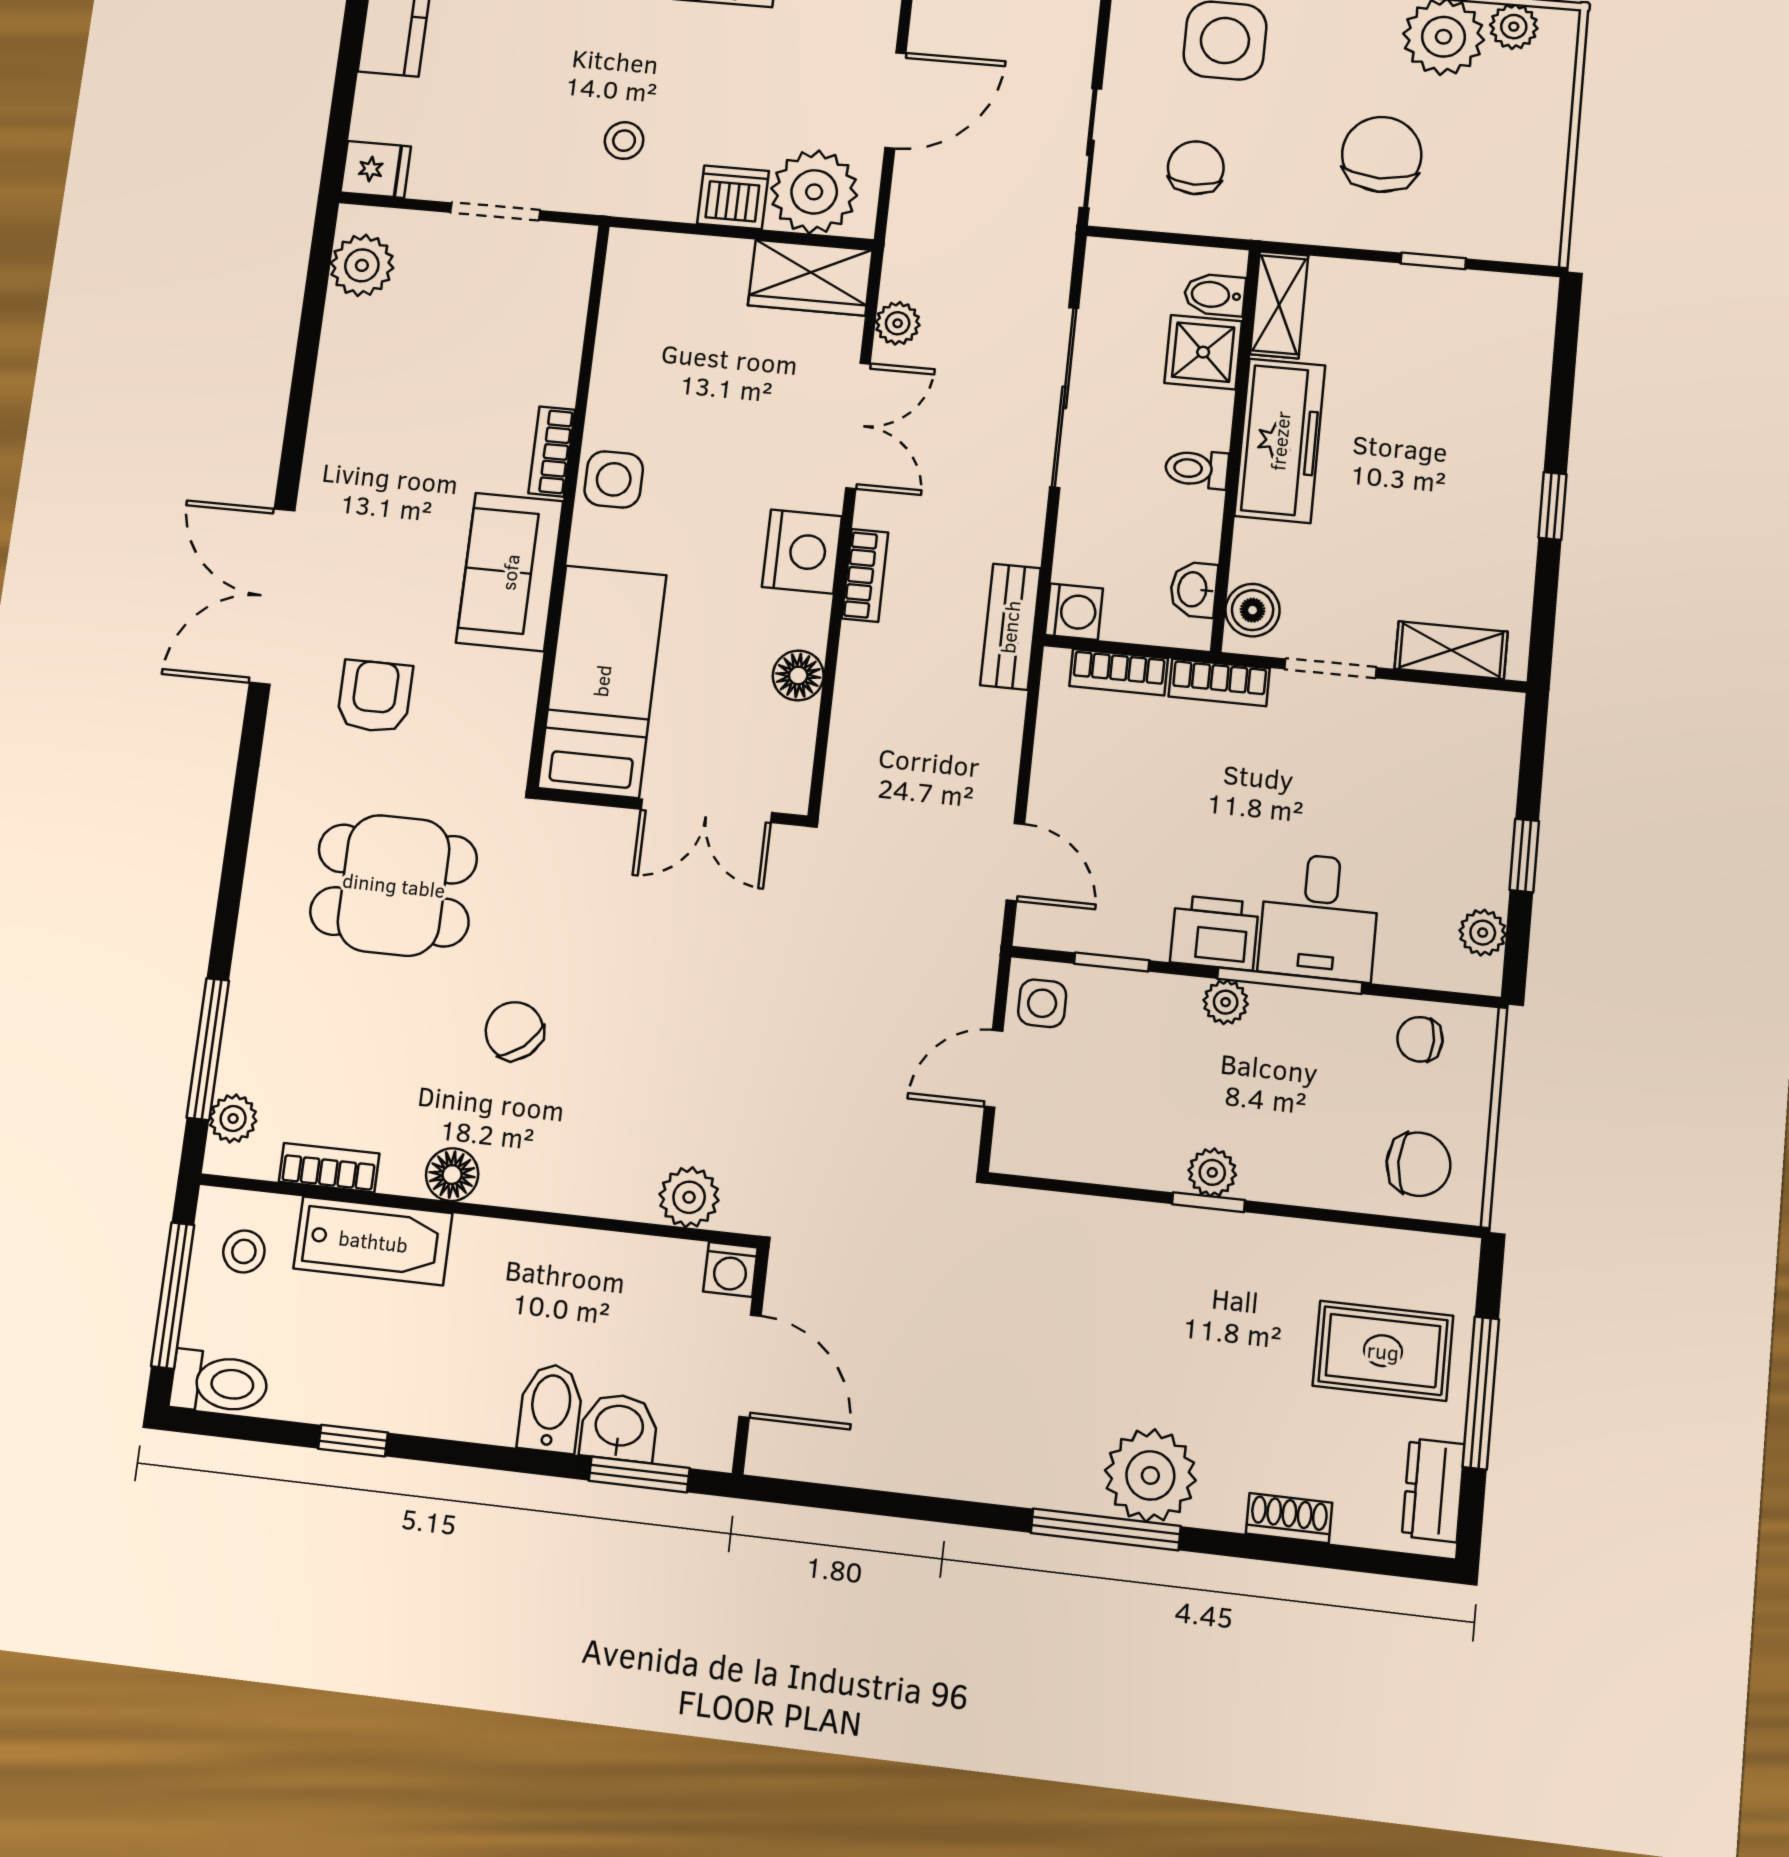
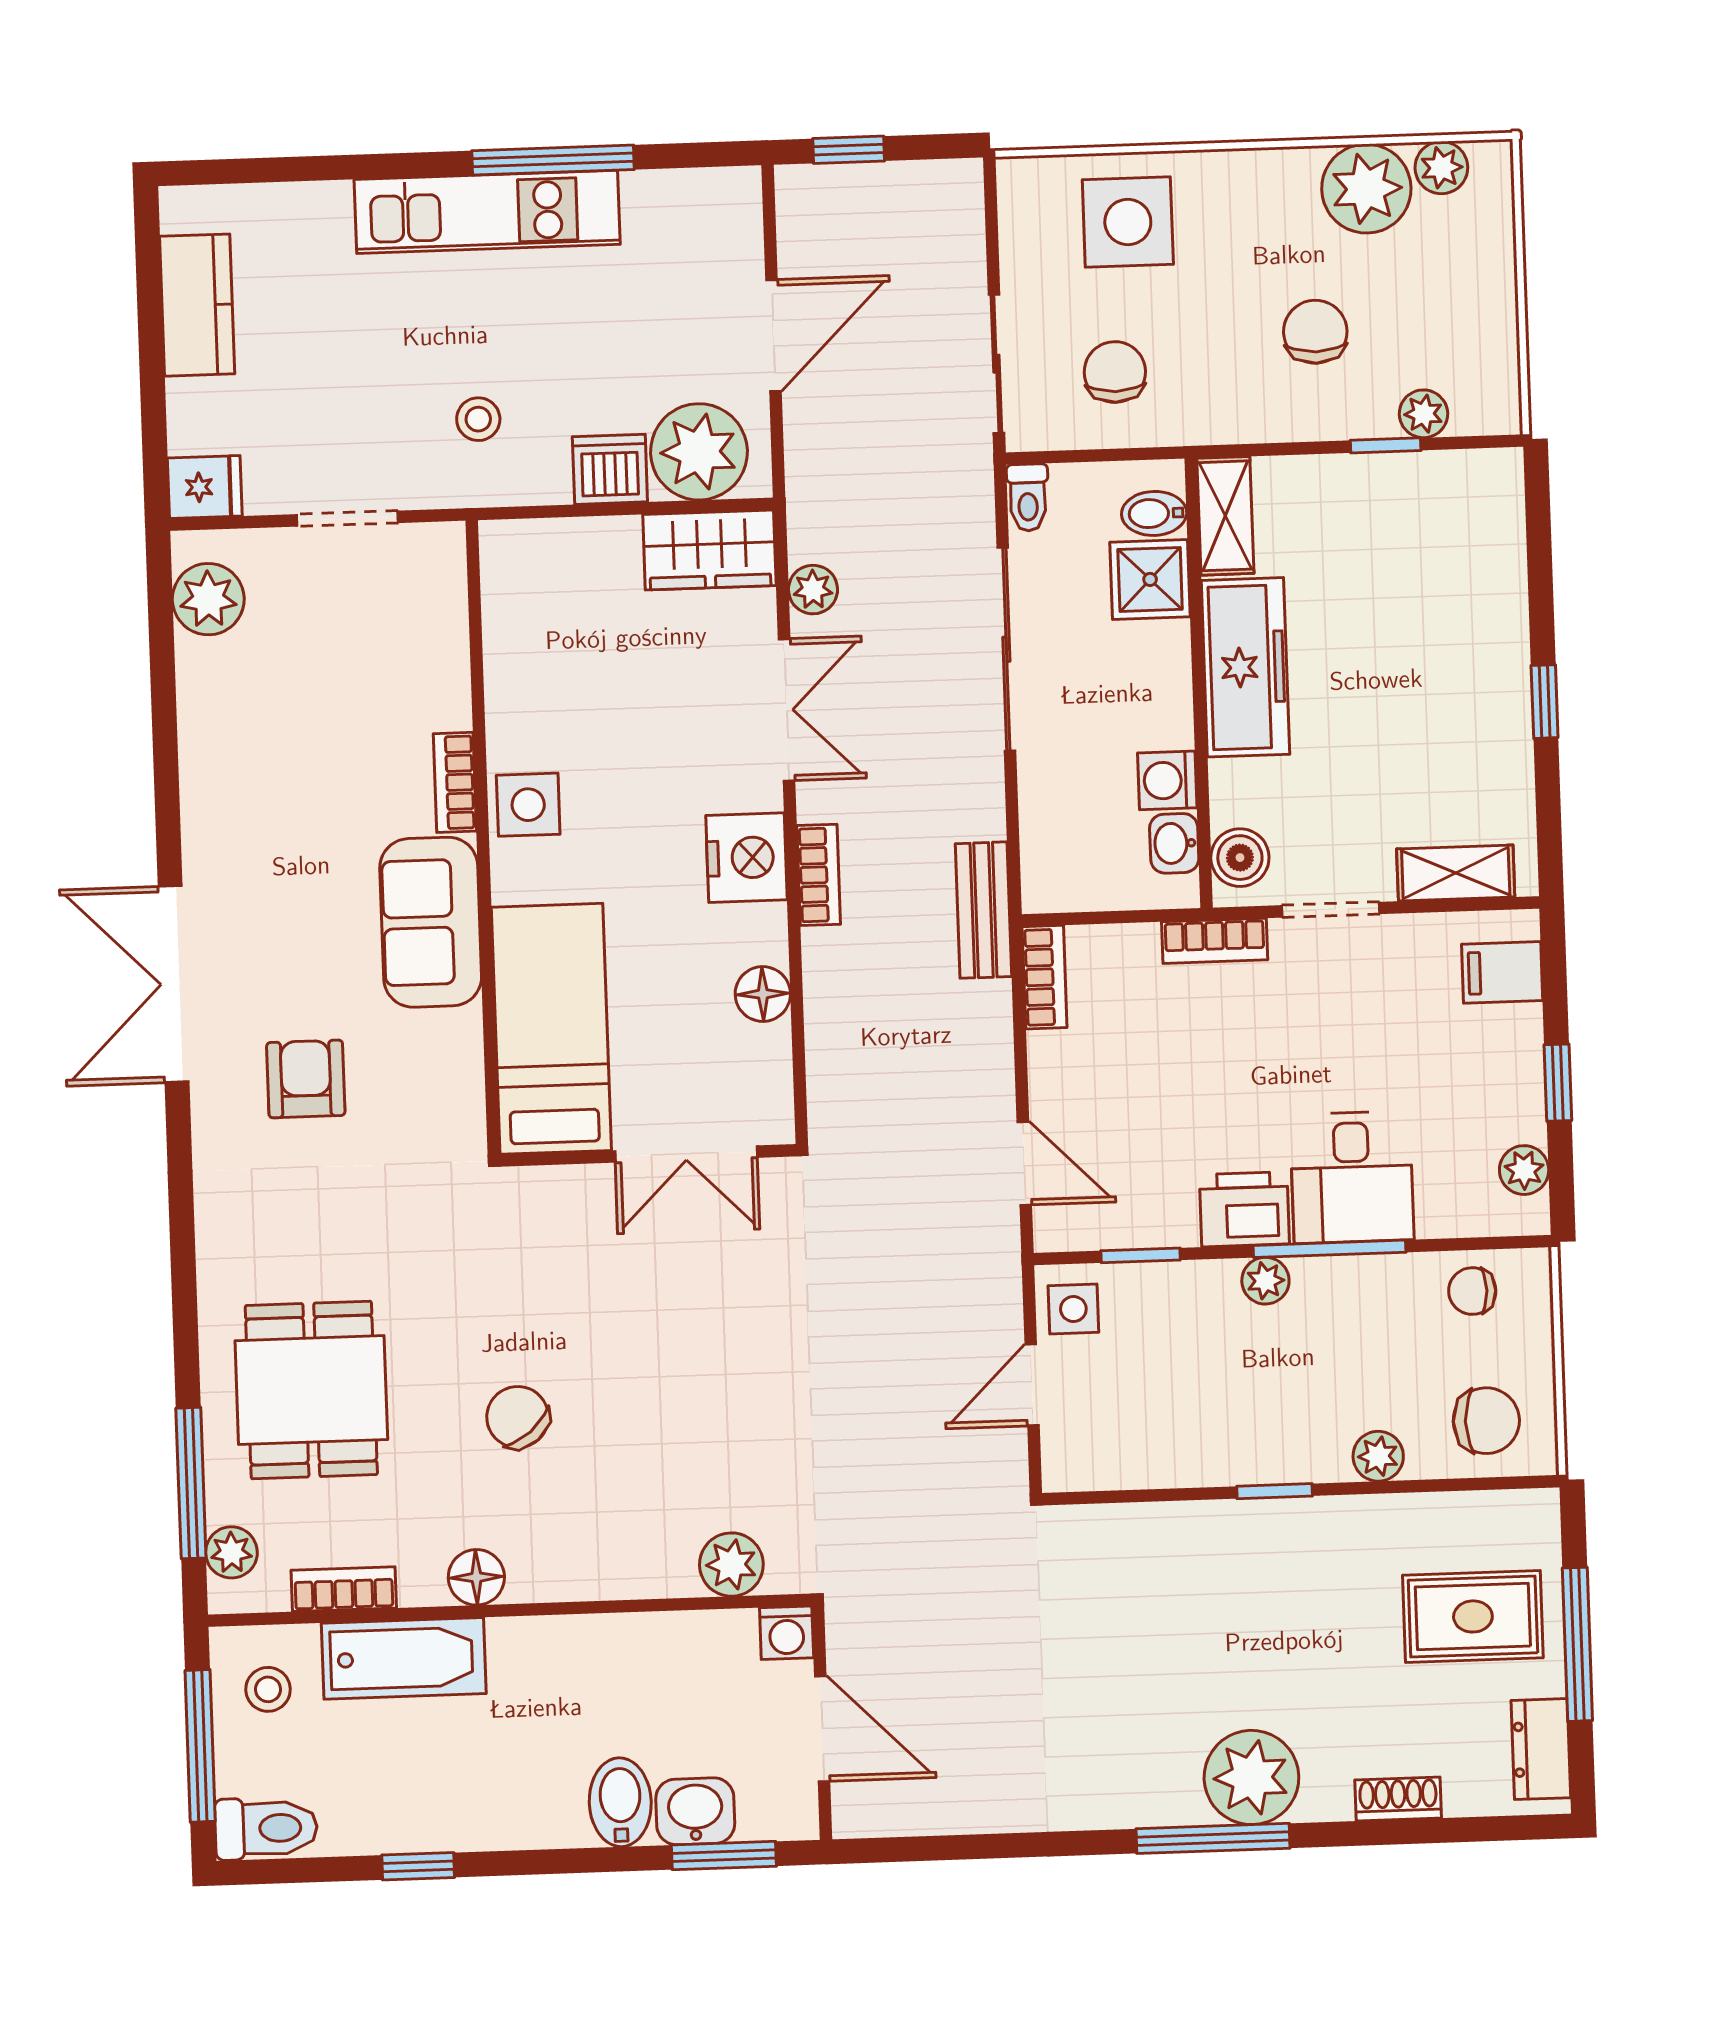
chair: (1382, 154) -> (1315, 332), width x0.73, depth x0.73
plant: (1471, 237) -> (1423, 414), added
toilet: (1197, 469) -> (1028, 497), moved, turned -90
washing machine: (1074, 612) -> (1167, 780), moved, turned 180
bookcase: (1119, 672) -> (1045, 977), moved, turned -90
filing cabinet: (1484, 747) -> (1502, 972), added
dining table: (394, 885) -> (311, 1390), moved, turned 90
plant: (1212, 1172) -> (1378, 1456), moved

